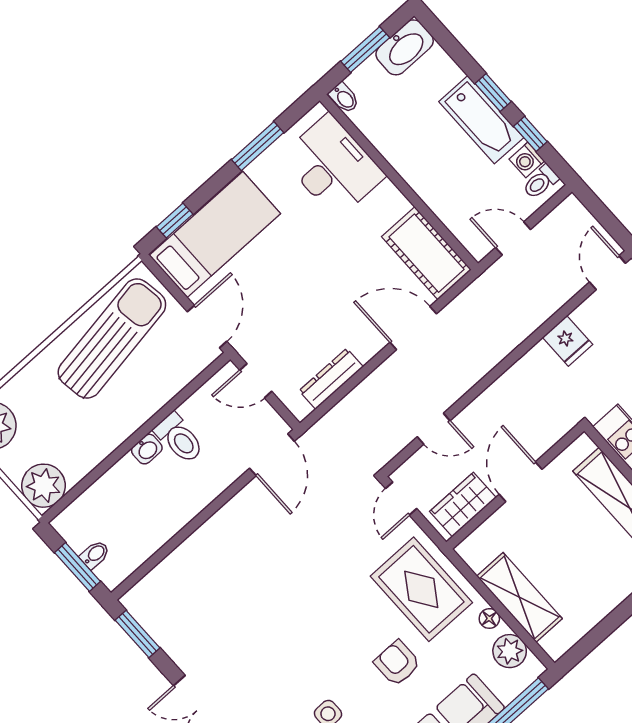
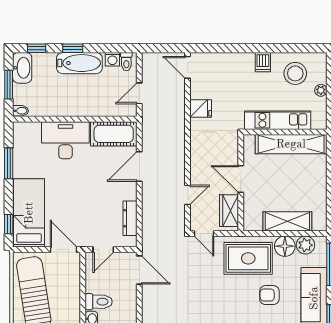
window: (530, 134) -> (37, 48), moved
desk: (333, 166) -> (65, 140), moved
floor lamp: (489, 618) -> (285, 246), width x1.89, depth x1.89

